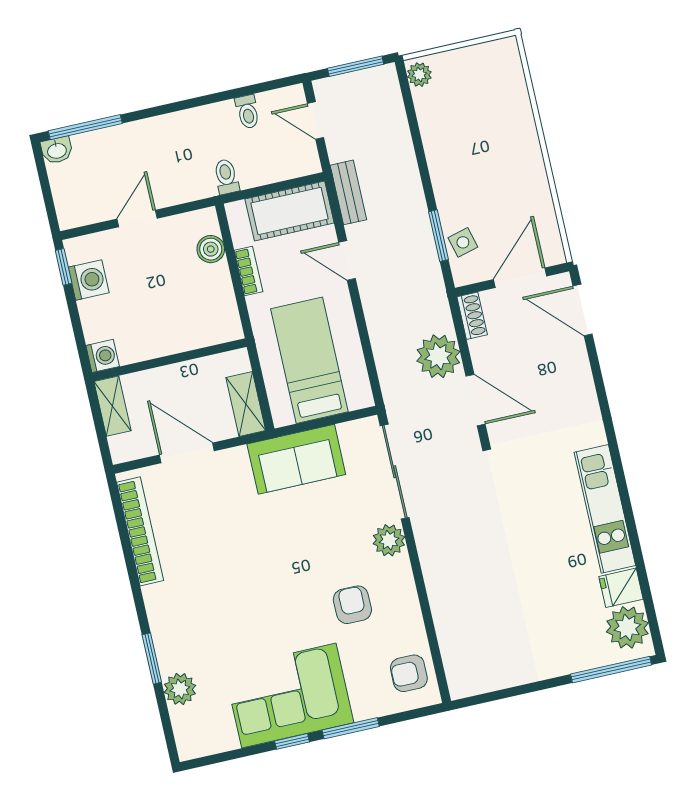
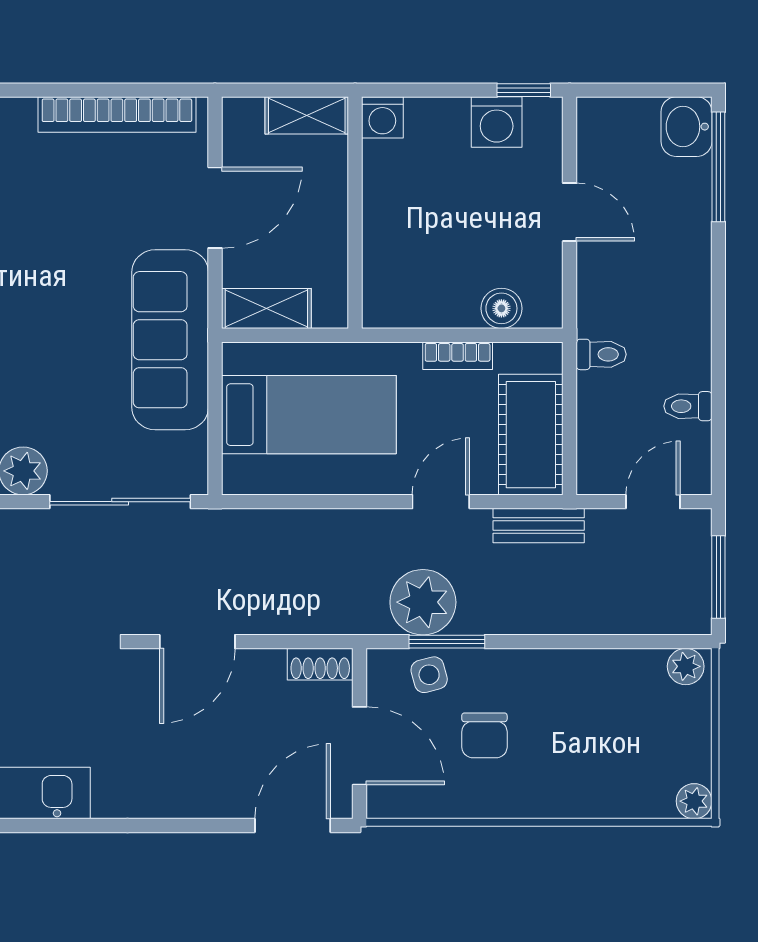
plant: (507, 49) -> (694, 801), added
washbasin: (57, 150) -> (687, 127), width x1.38, depth x1.45
chair: (495, 197) -> (484, 735), added
plant: (438, 356) -> (423, 602), moved
sofa: (296, 459) -> (170, 340), width x1.36

